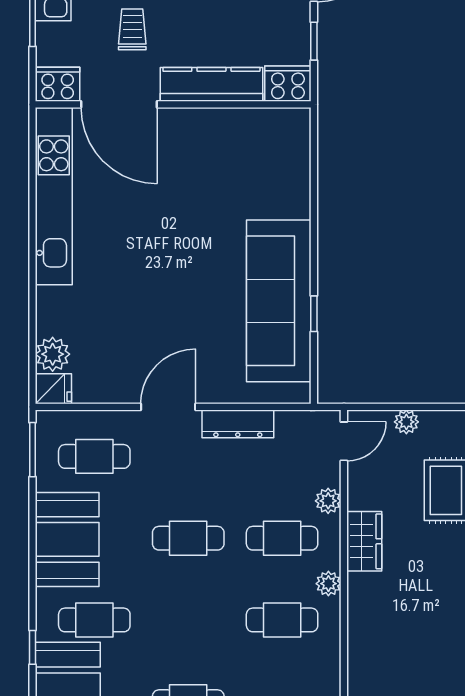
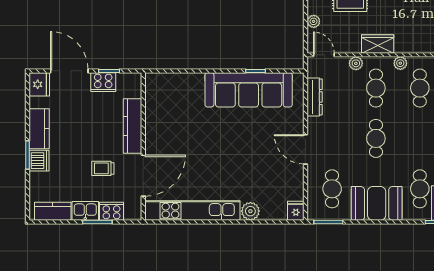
cooker: (58, 84) -> (111, 211), moved, turned 90
cooker: (288, 84) -> (103, 82), moved, turned -90
plant: (53, 354) -> (250, 211), moved
dresser: (238, 424) -> (315, 97), moved

